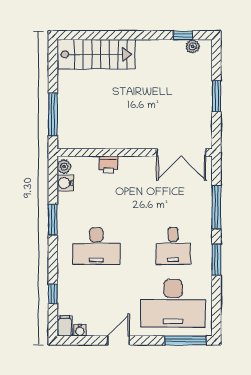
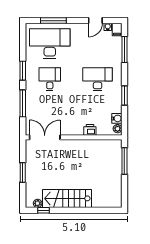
stairs: (96, 54) -> (67, 198), moved
window: (53, 294) -> (124, 49), width x2.17
door: (118, 340) -> (95, 21), moved
window: (185, 340) -> (53, 21), moved

